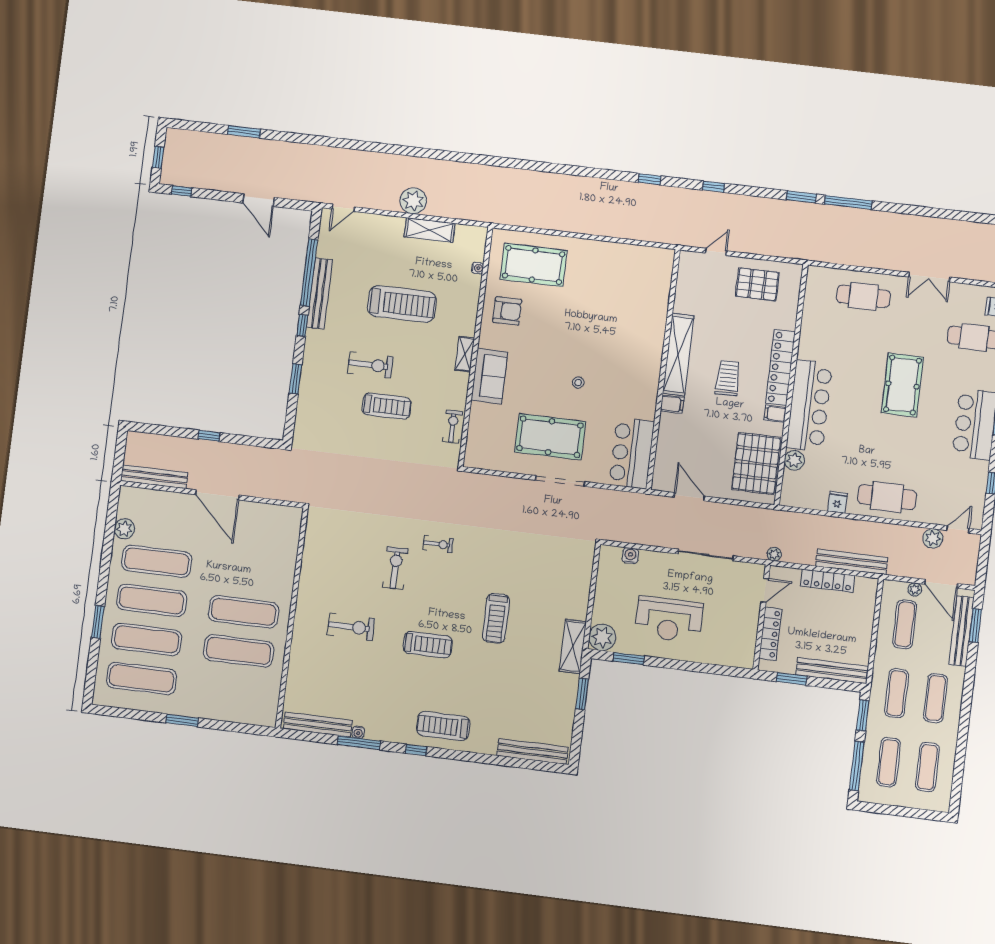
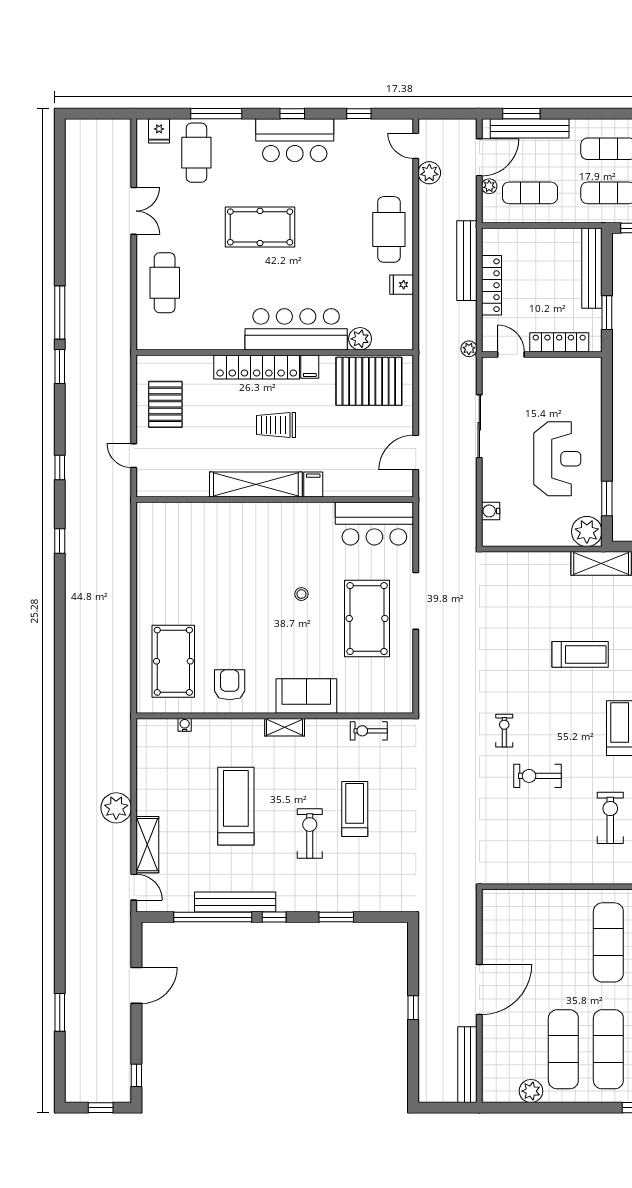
shelving: (430, 230) -> (147, 845), moved

